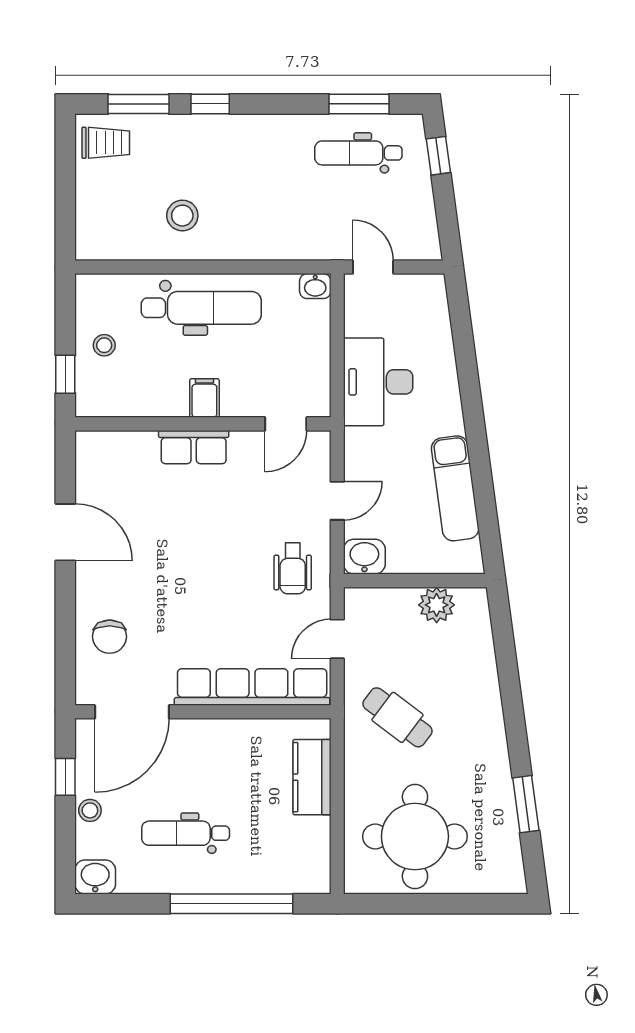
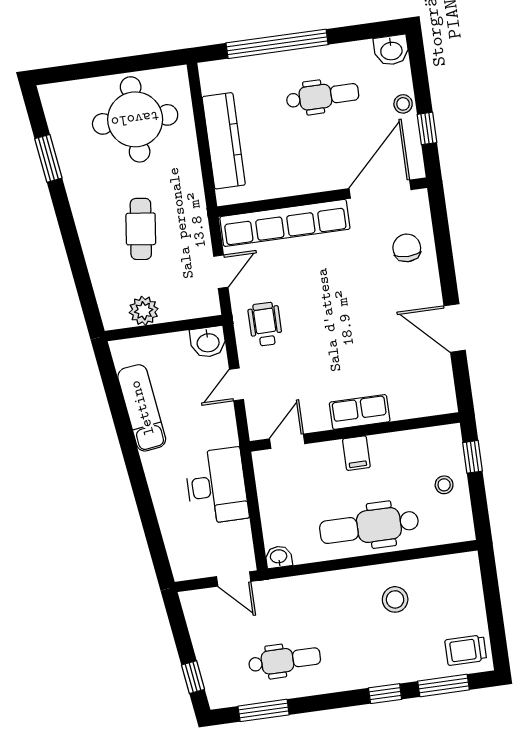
dental chair: (358, 153) -> (285, 660), moved
cafe table: (397, 717) -> (141, 229), moved, turned 60
kitchen counter: (312, 777) -> (224, 141), width x1.50

